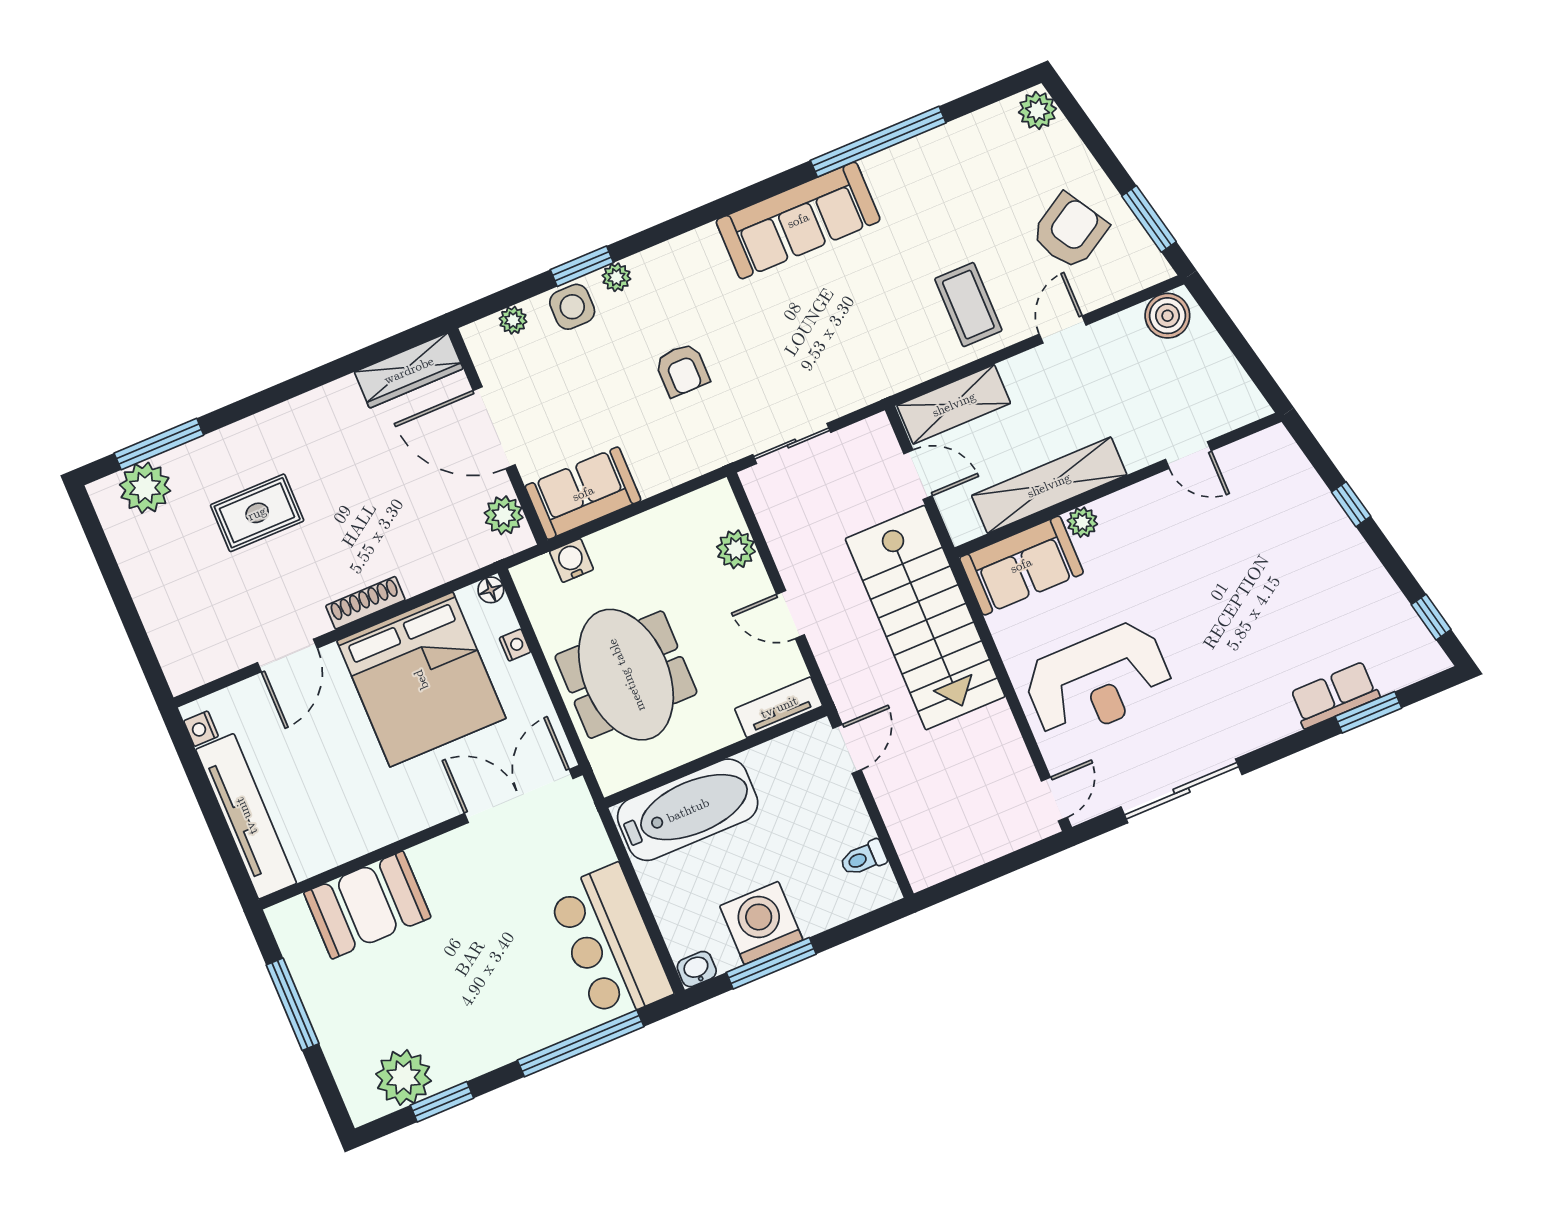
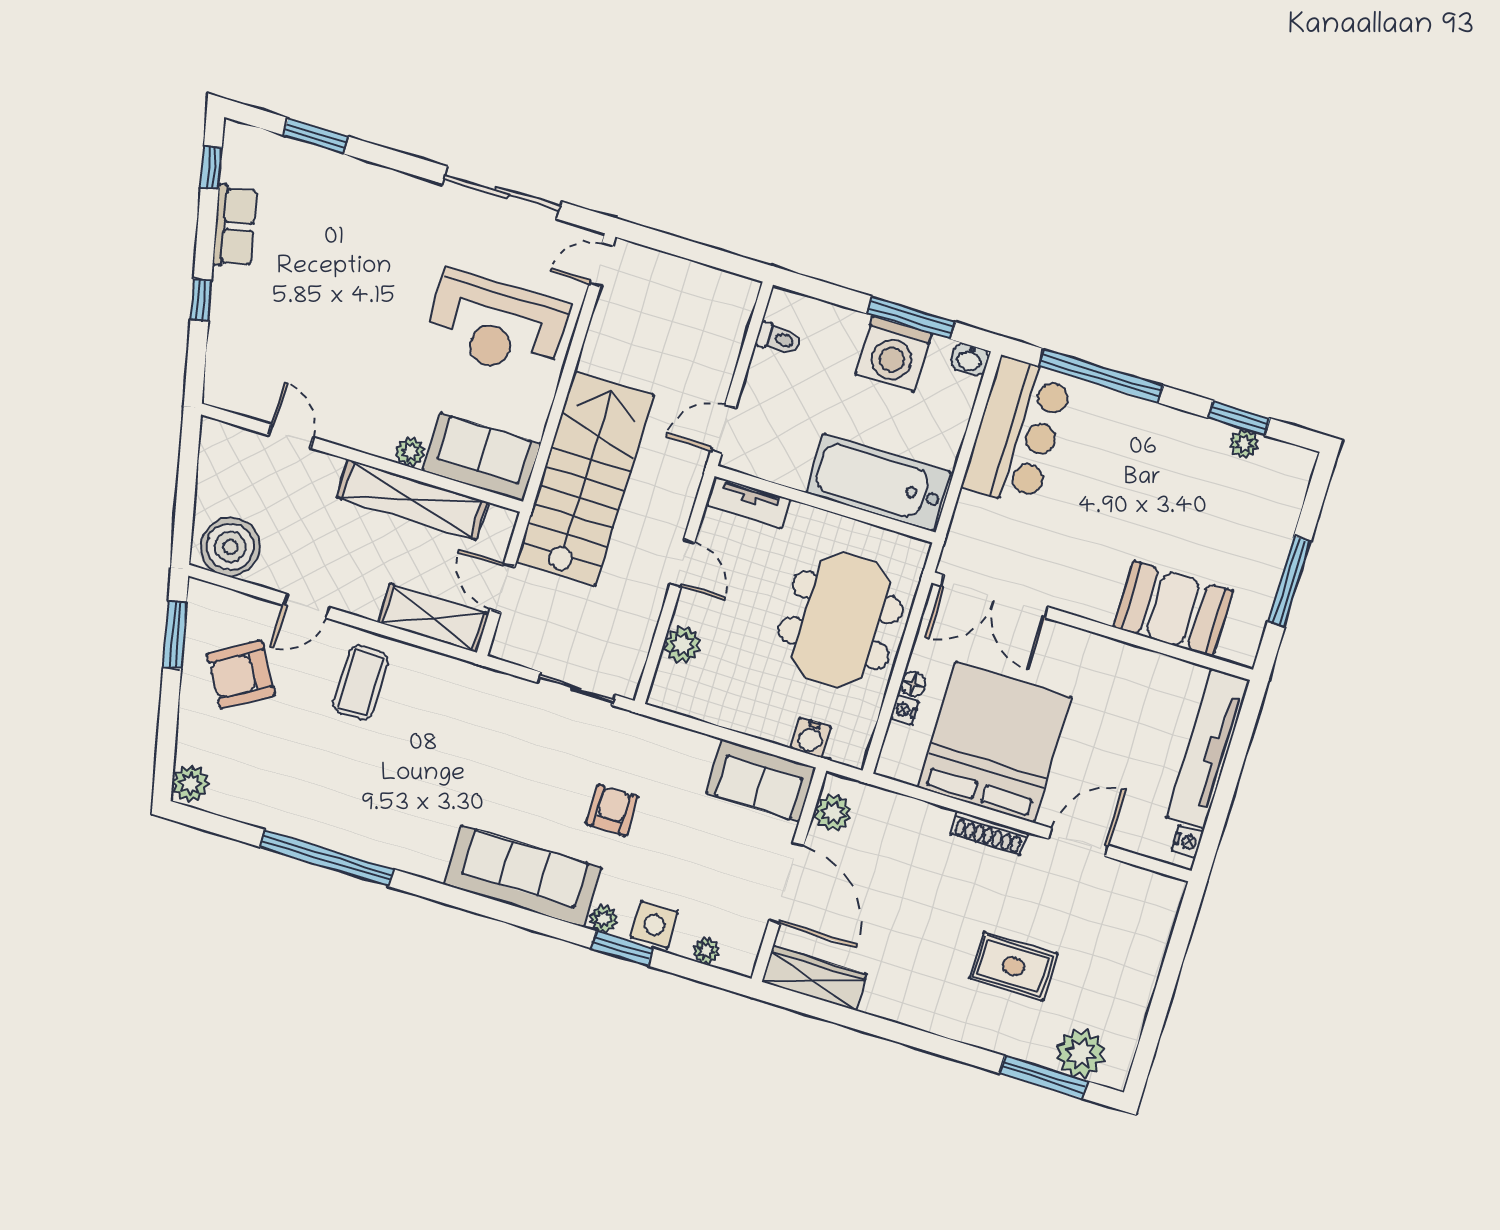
sofa: (798, 220) -> (522, 876), moved
boiler: (1167, 316) -> (230, 547), width x1.37, depth x1.37
floor lamp: (491, 590) -> (913, 684), moved
reception desk: (1098, 681) -> (496, 325), turned 180
row of seats: (1335, 695) -> (235, 226), moved, turned -103
plant: (404, 1077) -> (1244, 444), width x0.53, depth x0.53

